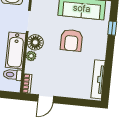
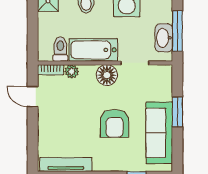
armchair: (71, 40) -> (115, 123), turned -90
plant: (31, 56) -> (72, 71), moved

